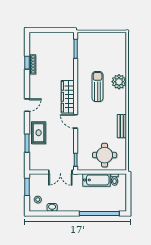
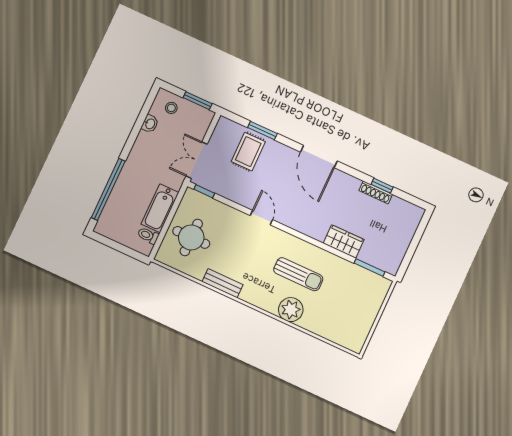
wardrobe: (68, 97) -> (344, 241), moved, width x0.67
door: (27, 105) -> (319, 157), width x1.87
door: (76, 121) -> (261, 218), hinge flipped
rug: (39, 133) -> (248, 152), moved, turned 90

